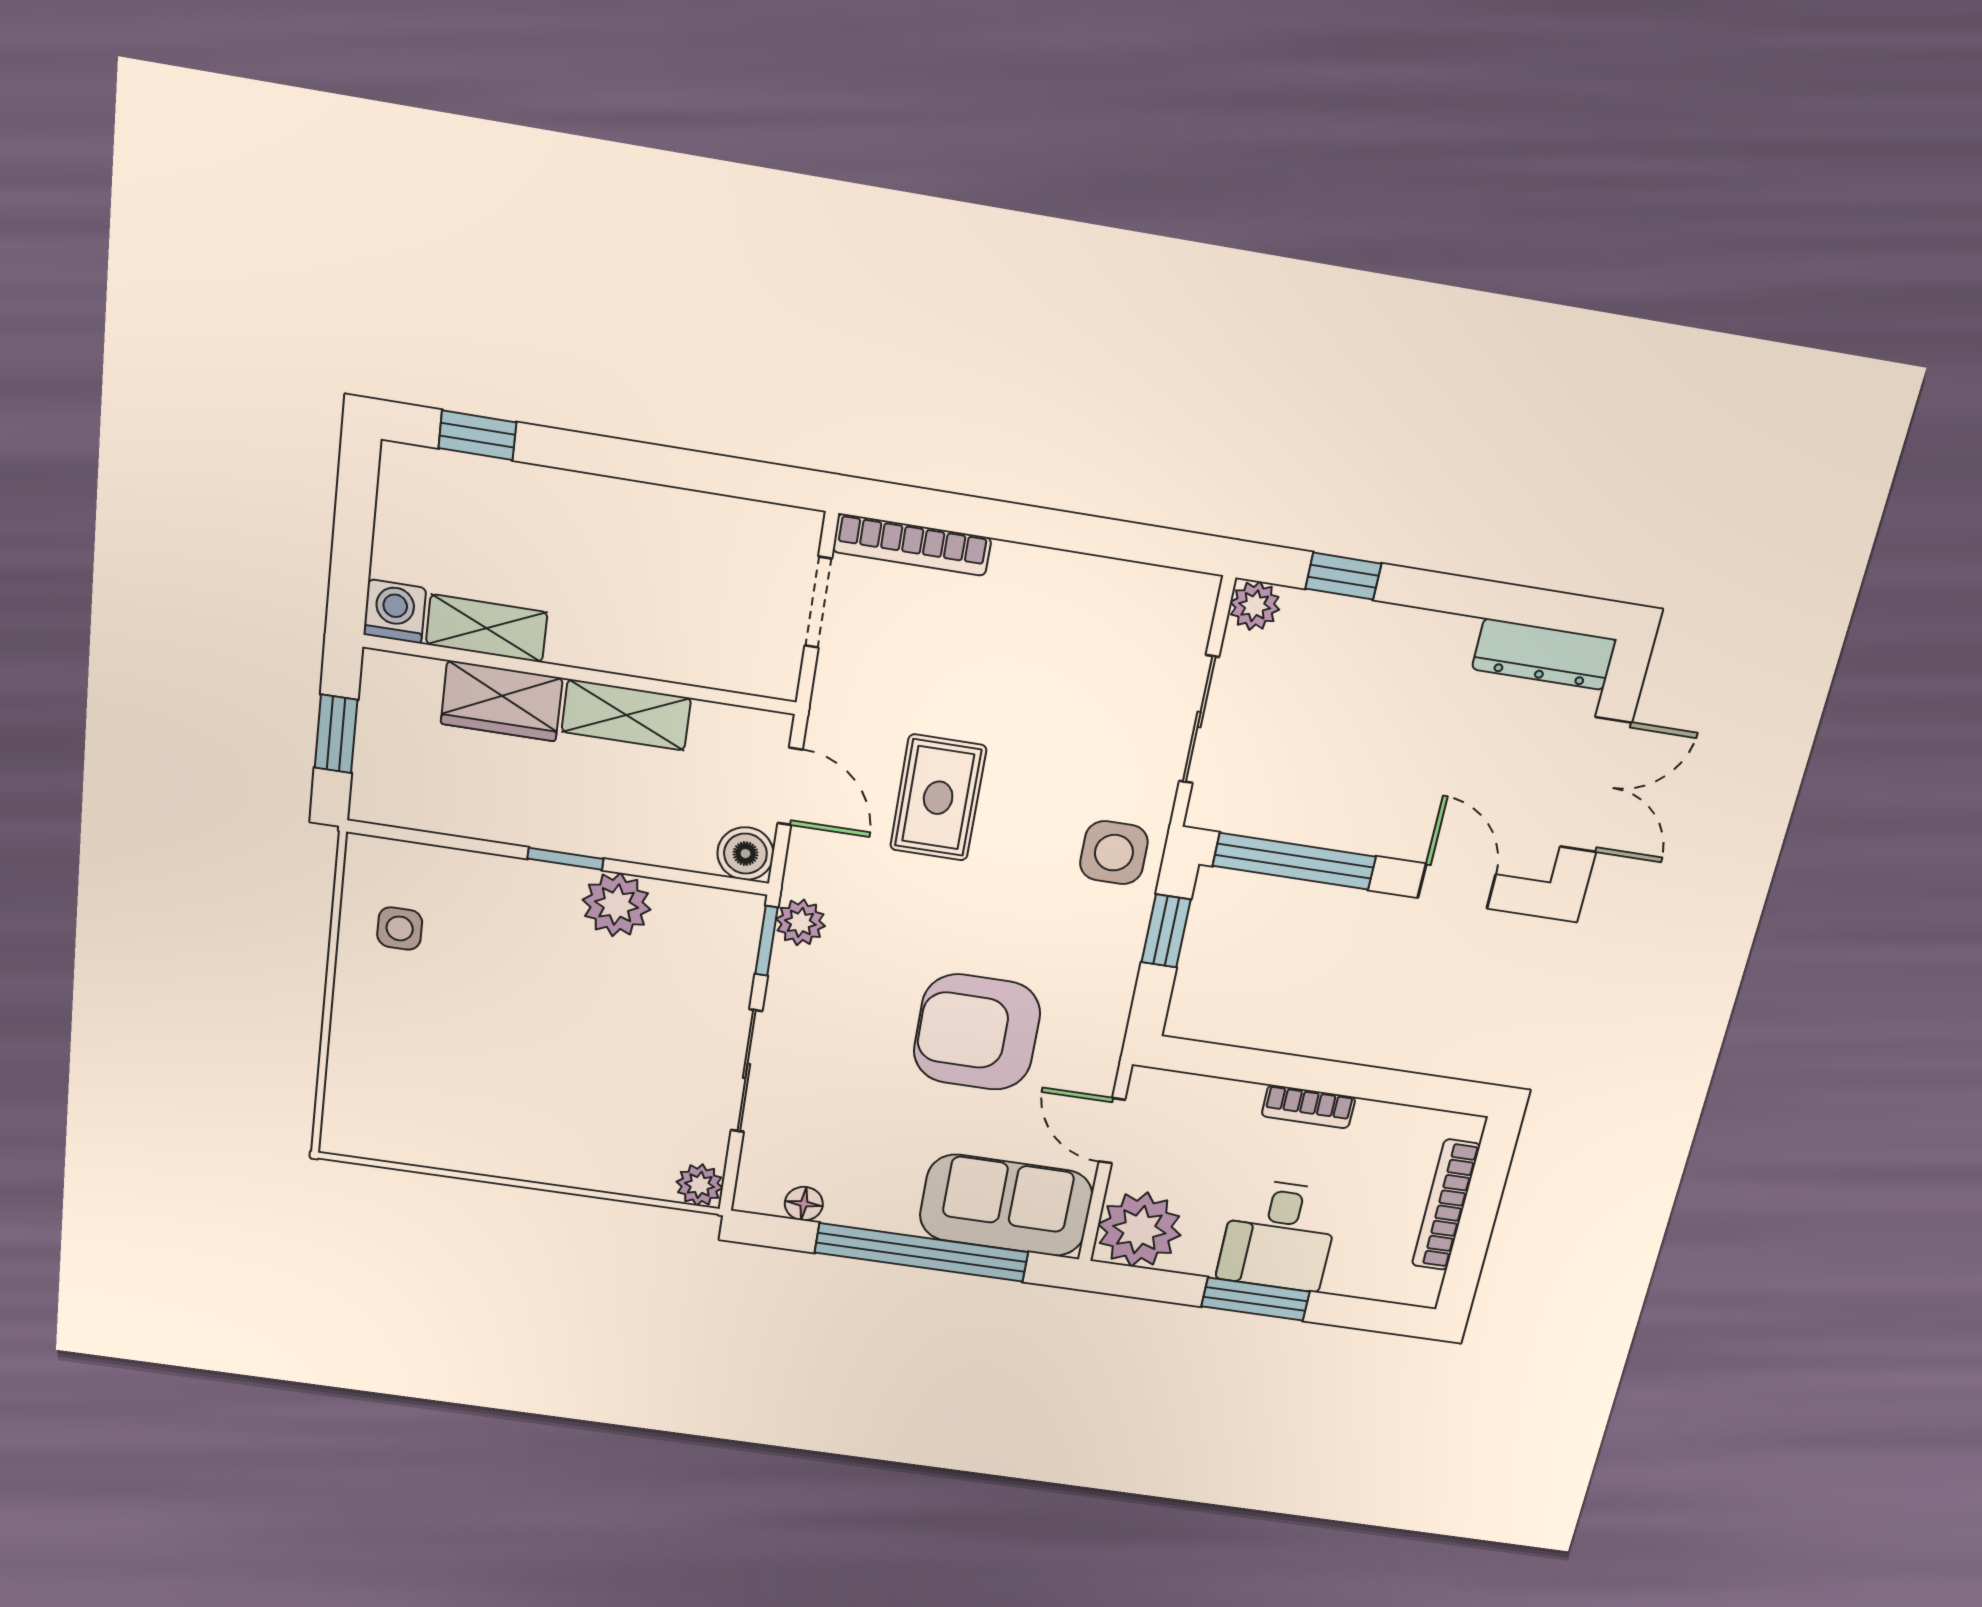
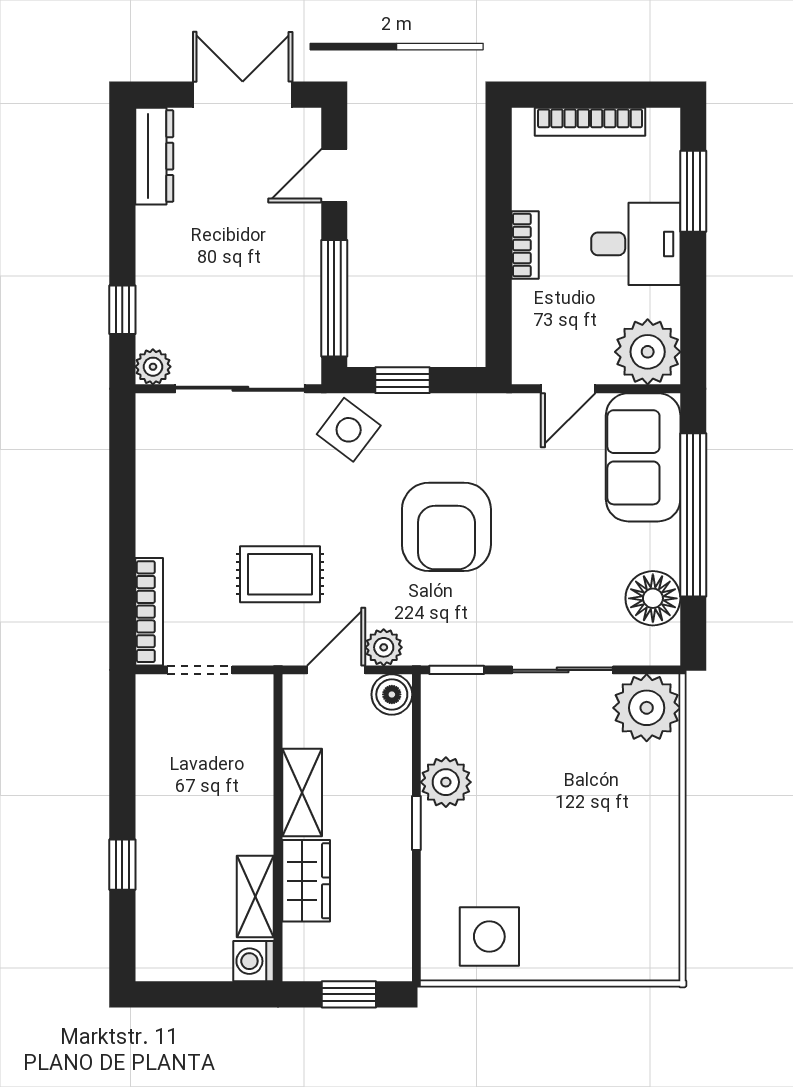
window: (477, 435) -> (122, 865), moved
sliding door: (1199, 720) -> (240, 389), width x1.37
rug: (938, 798) -> (280, 574), moved
side table: (1114, 853) -> (349, 430), turned 37
plant: (800, 922) -> (384, 647), moved
side table: (400, 928) -> (489, 937), width x1.87, depth x1.87
armchair: (977, 1032) -> (446, 527), moved
plant: (700, 1185) -> (647, 708), width x1.87, depth x1.87
floor lamp: (804, 1204) -> (653, 598), width x1.89, depth x1.89
window: (1255, 1299) -> (693, 191), moved

